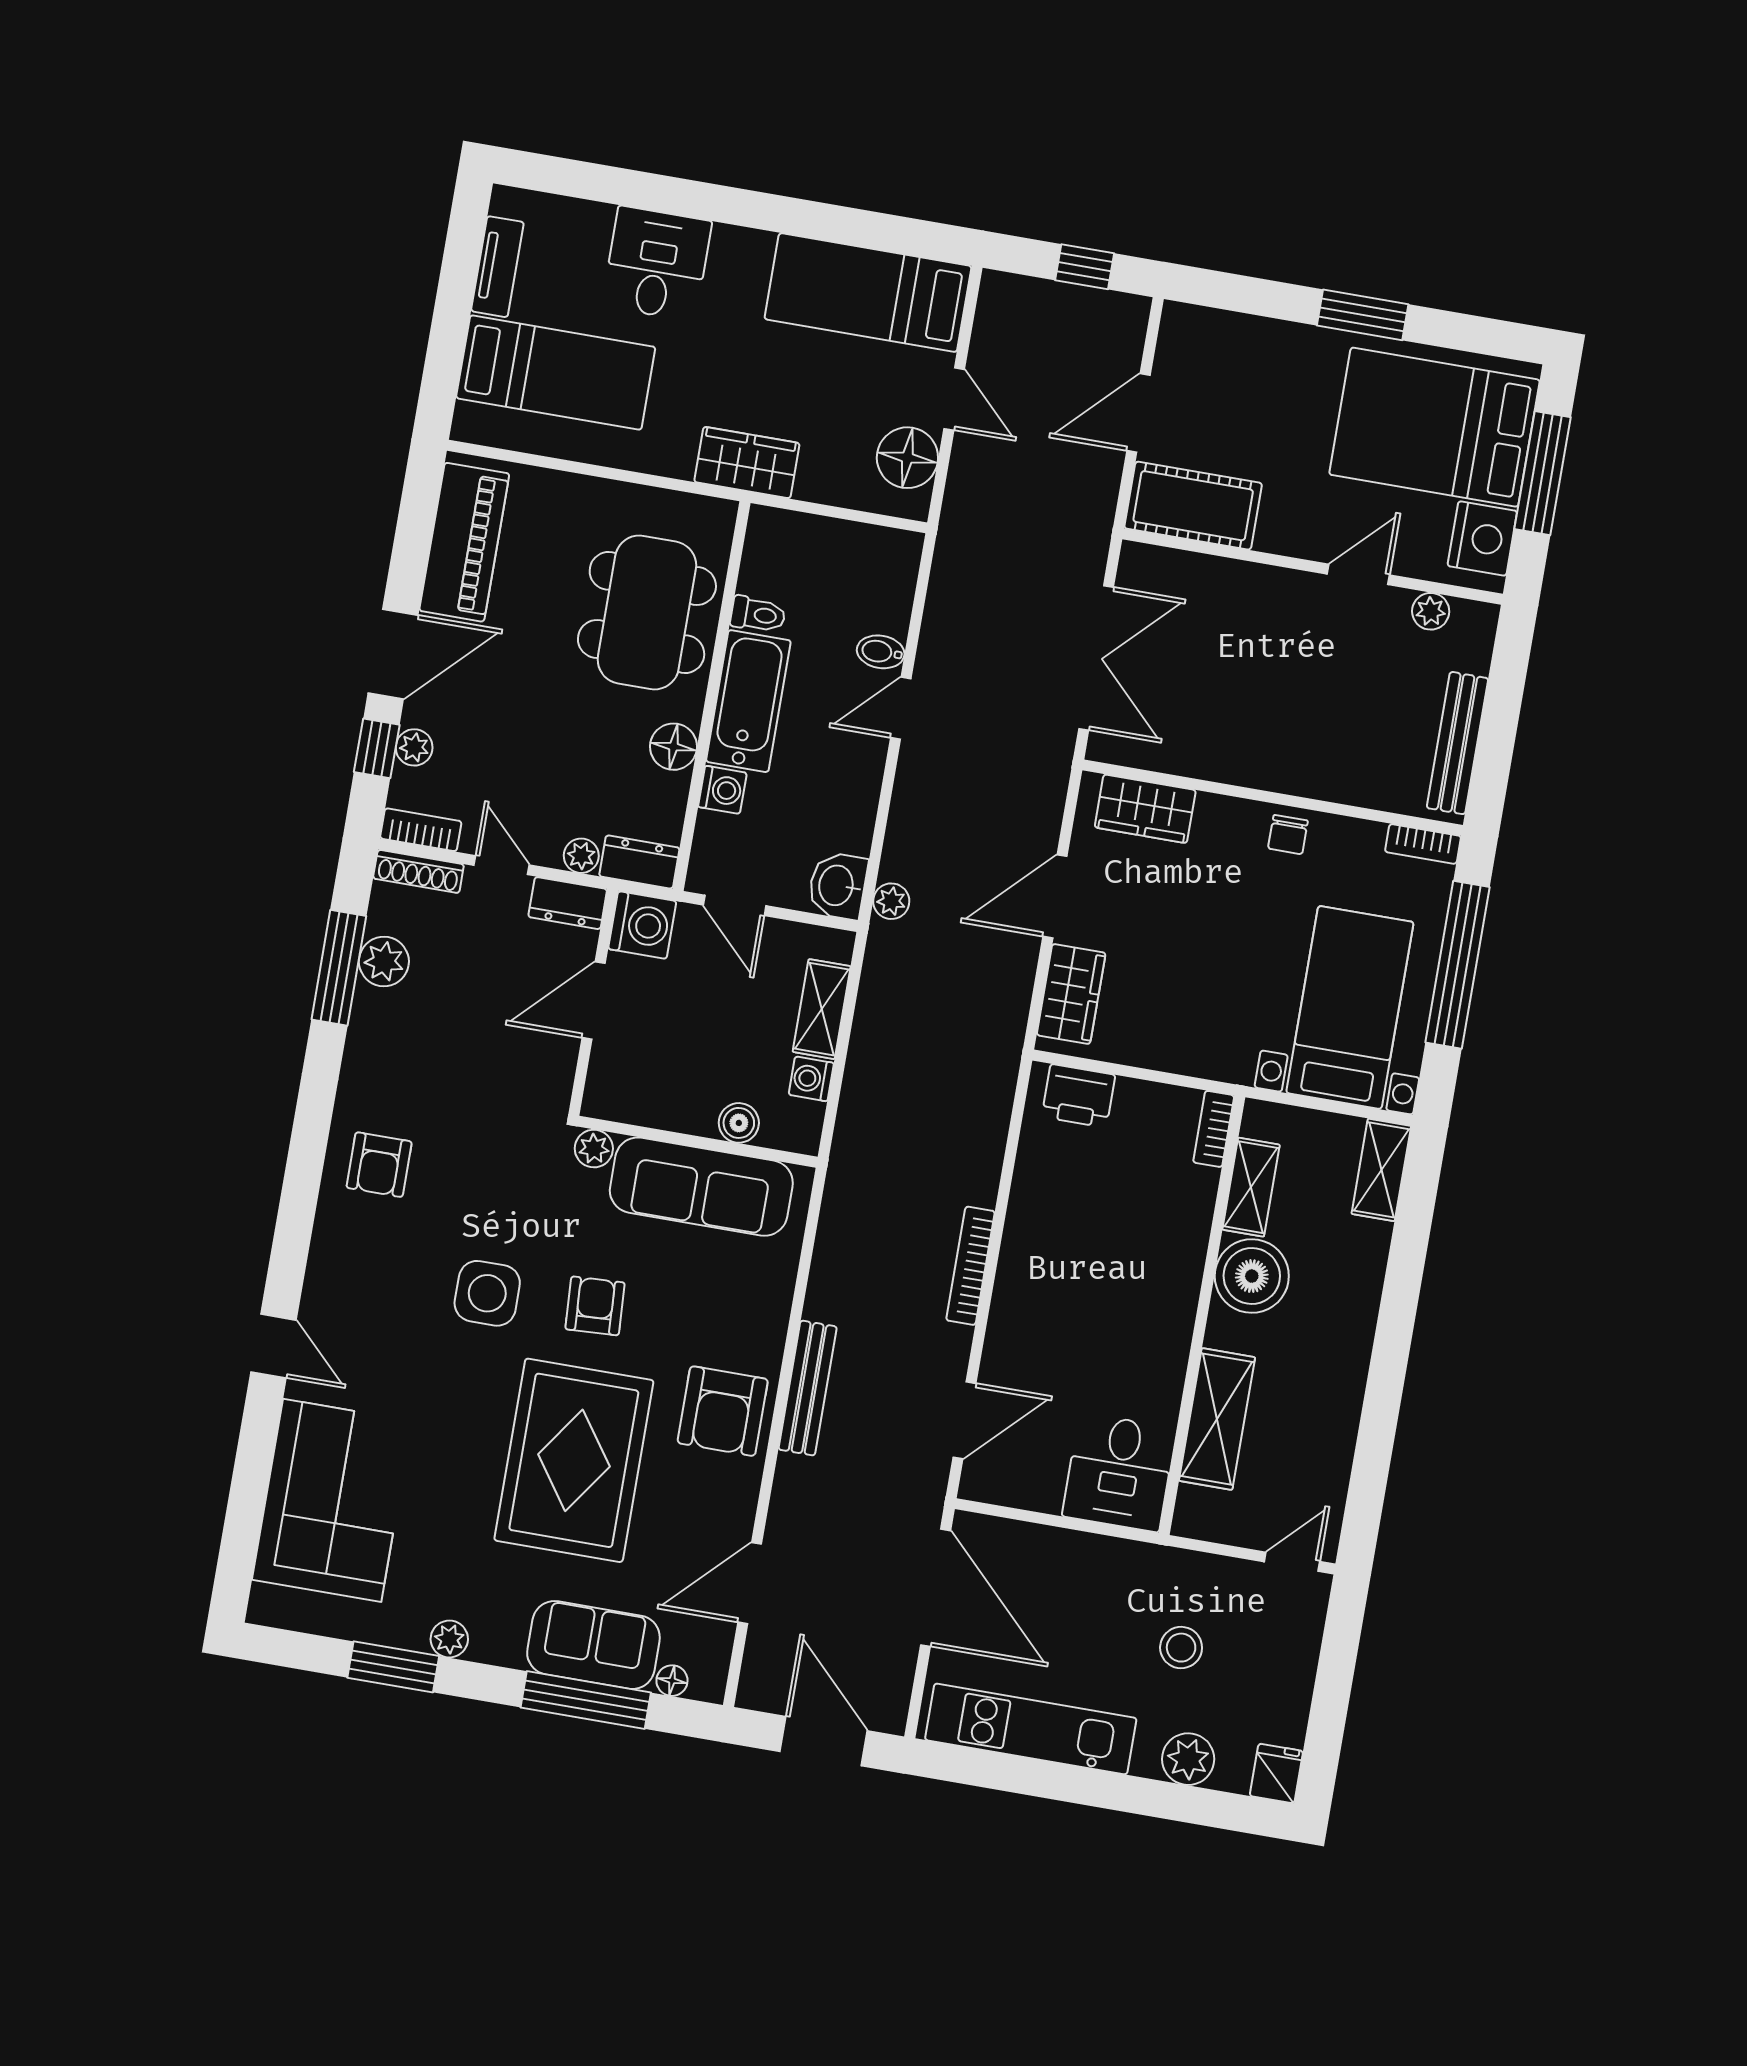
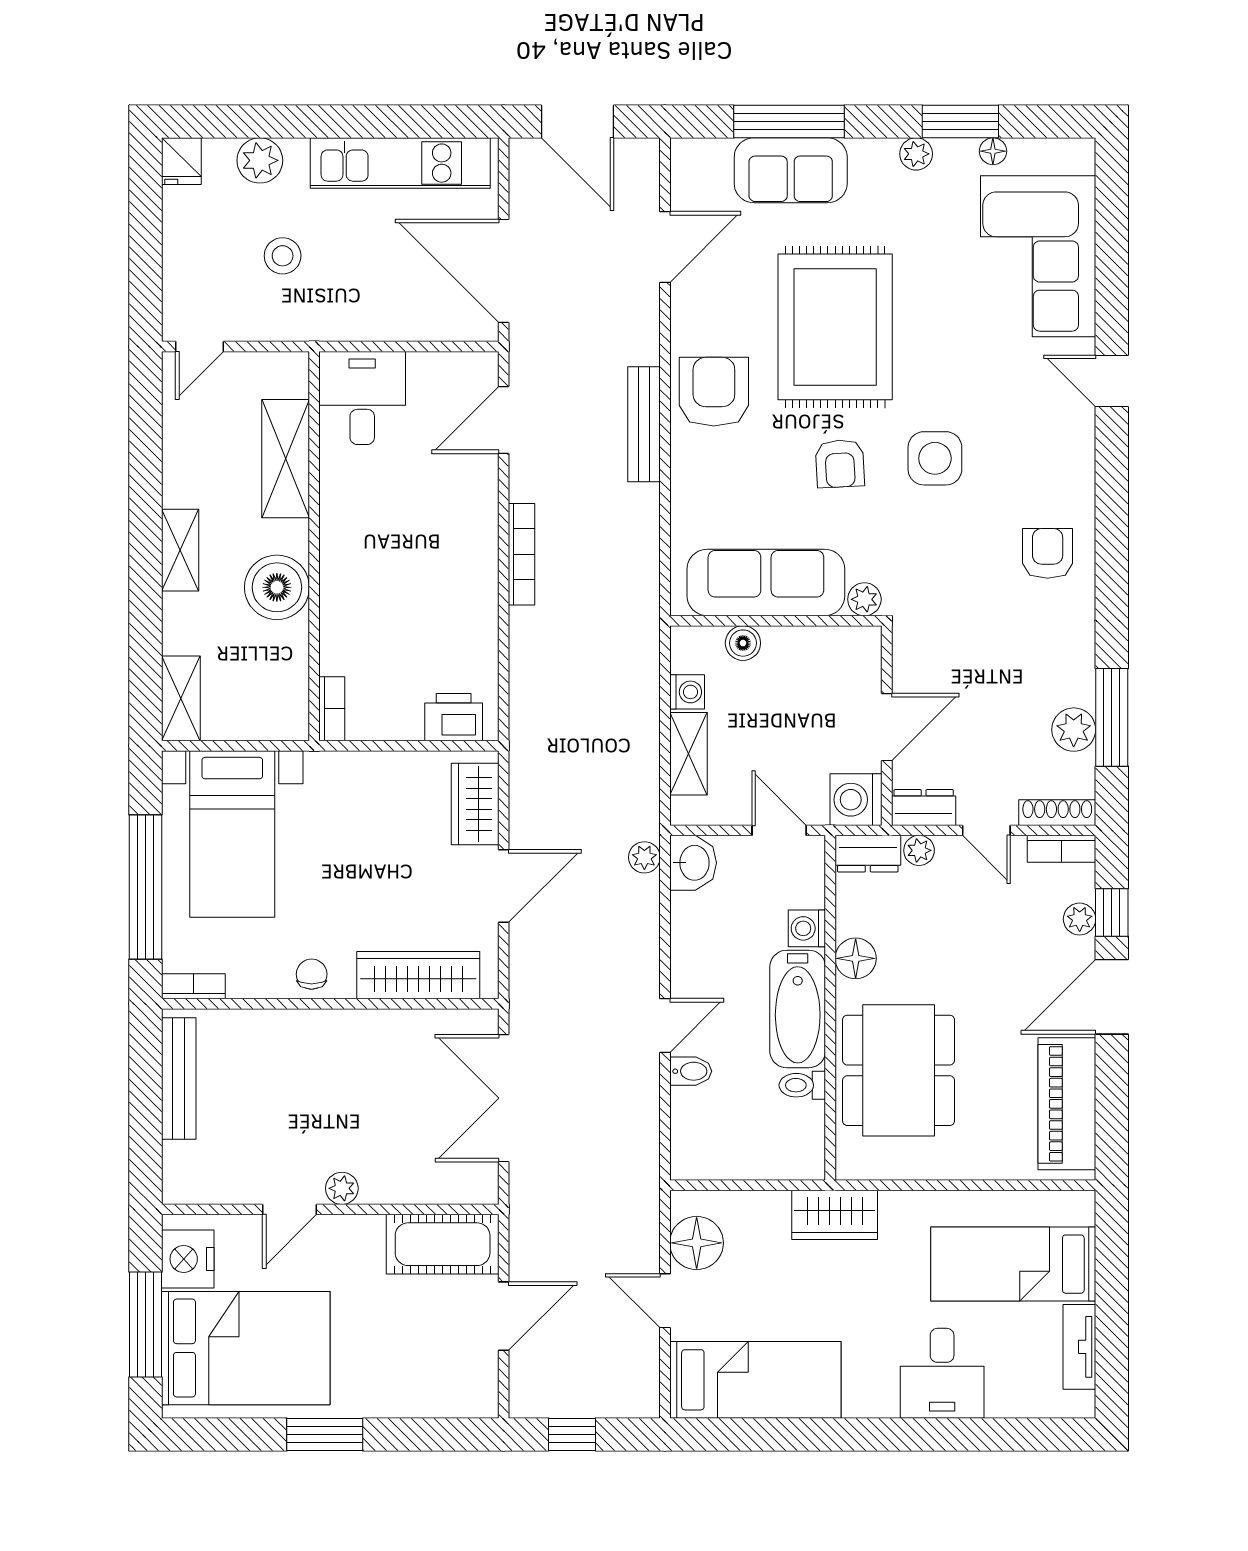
plant: (1431, 611) -> (342, 1188), moved
wardrobe: (1145, 809) -> (418, 975), width x1.50
shelving: (1251, 1187) -> (180, 550), moved
floor lamp: (672, 1681) -> (993, 151), moved

